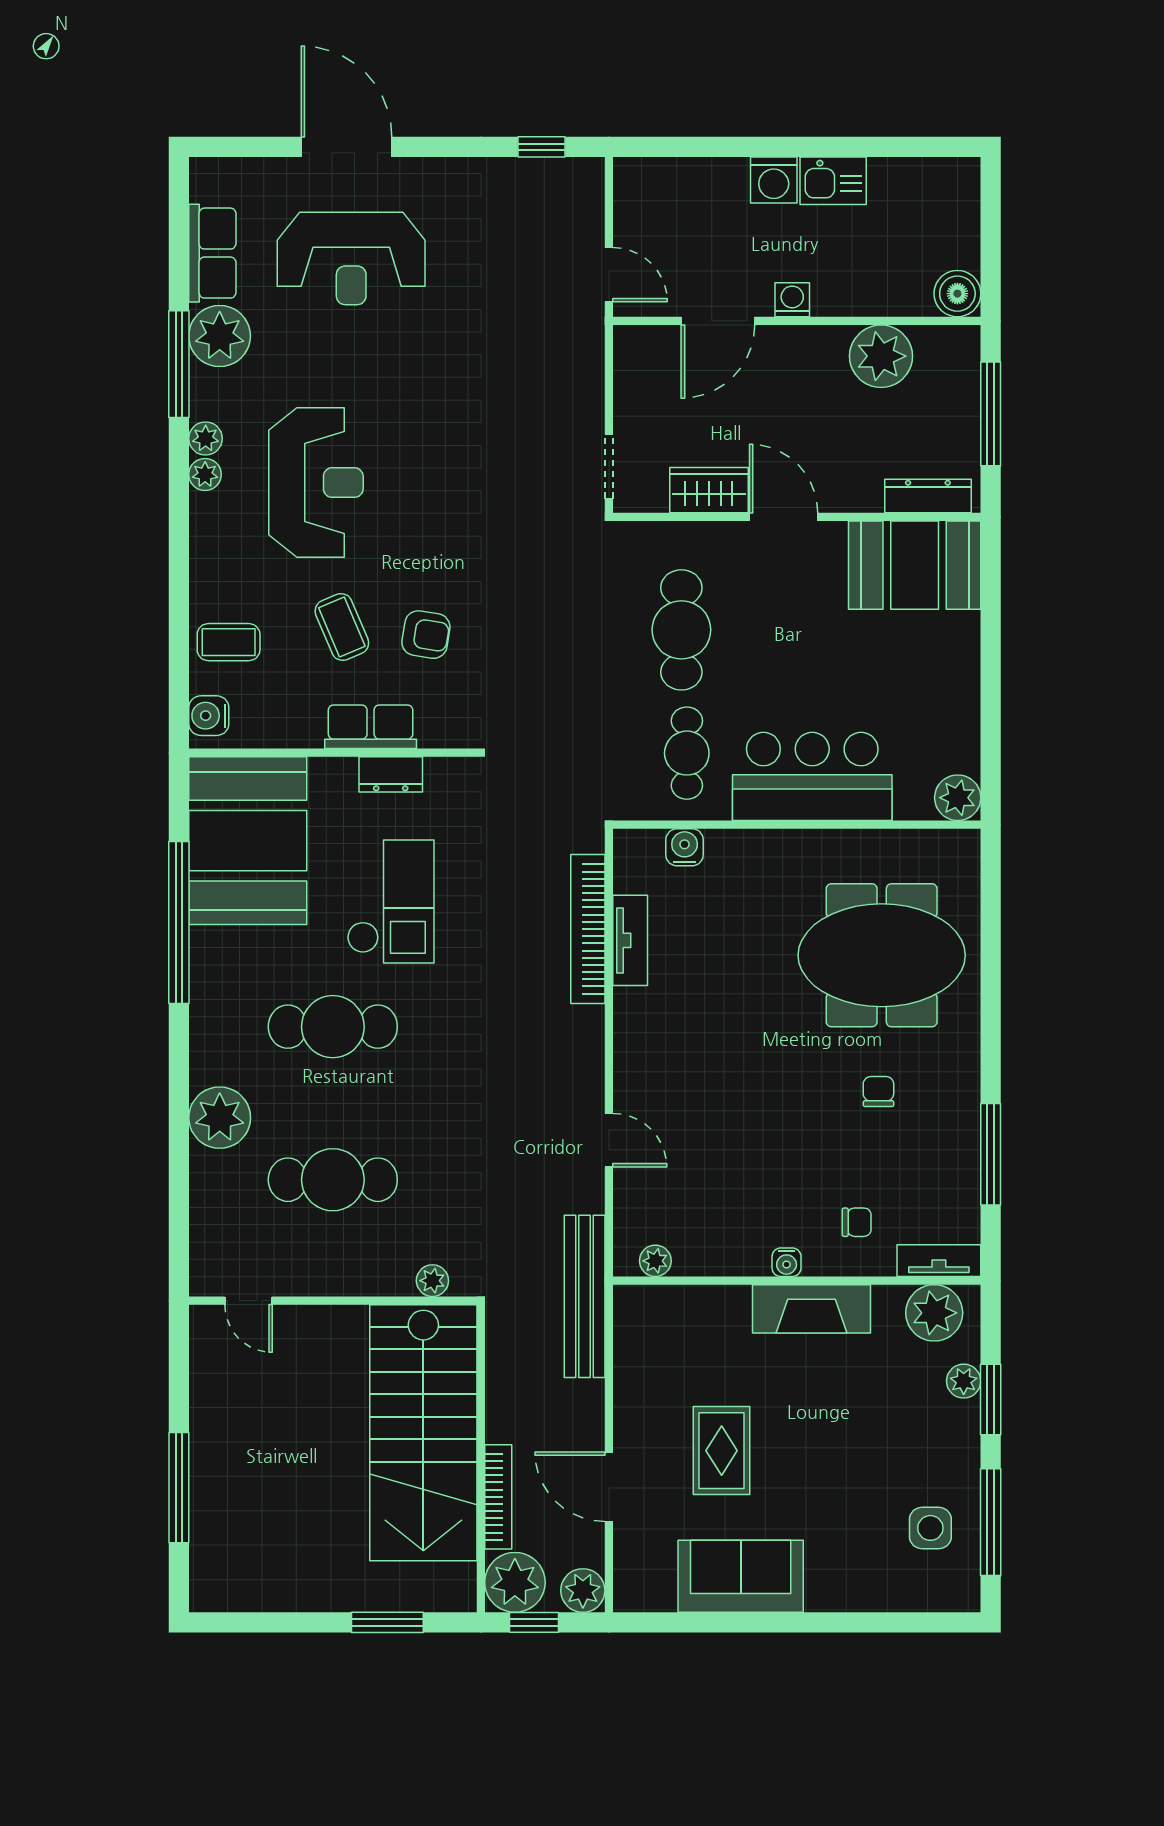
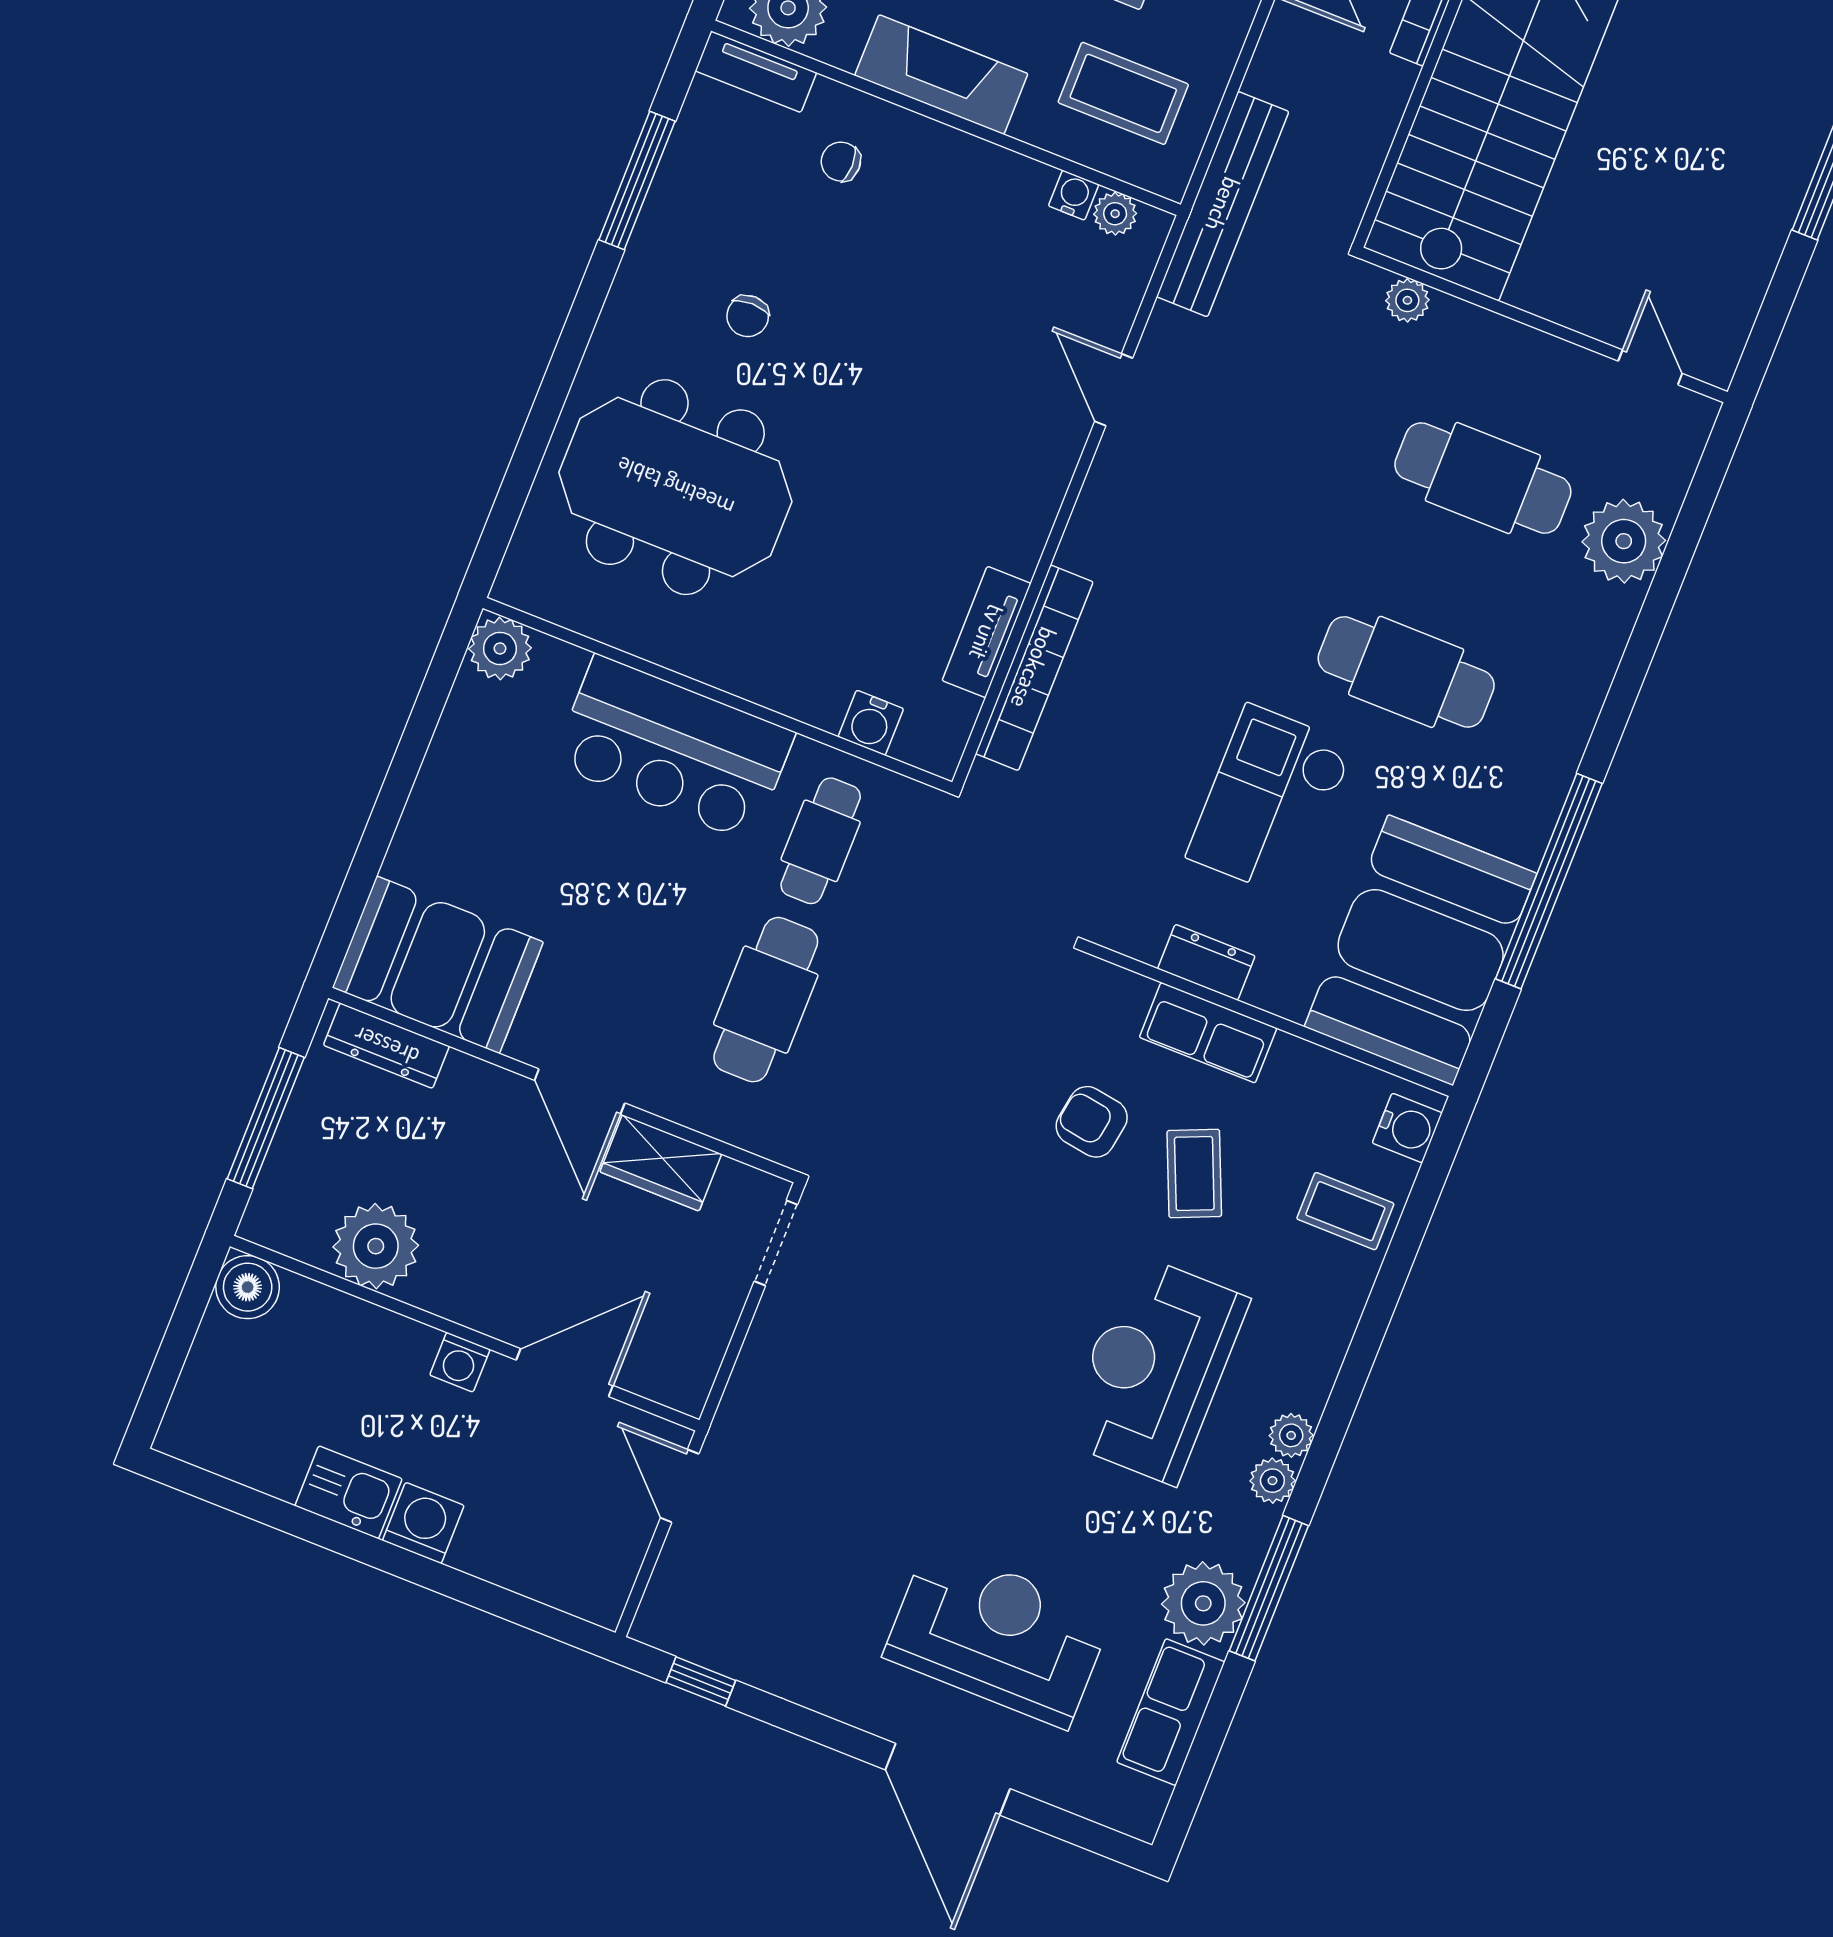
plant: (220, 1118) -> (1624, 541), moved
water cooler: (787, 1262) -> (1074, 195), moved
coffee table: (682, 1345) -> (1123, 93), added

